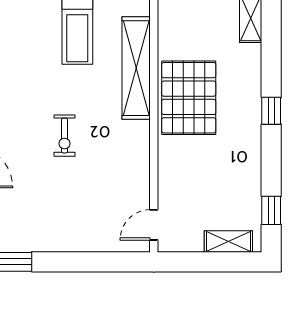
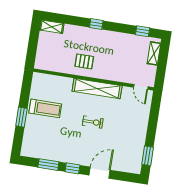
shelving: (136, 68) -> (97, 88), moved
pallet: (189, 98) -> (84, 61), width x0.49, depth x0.50

